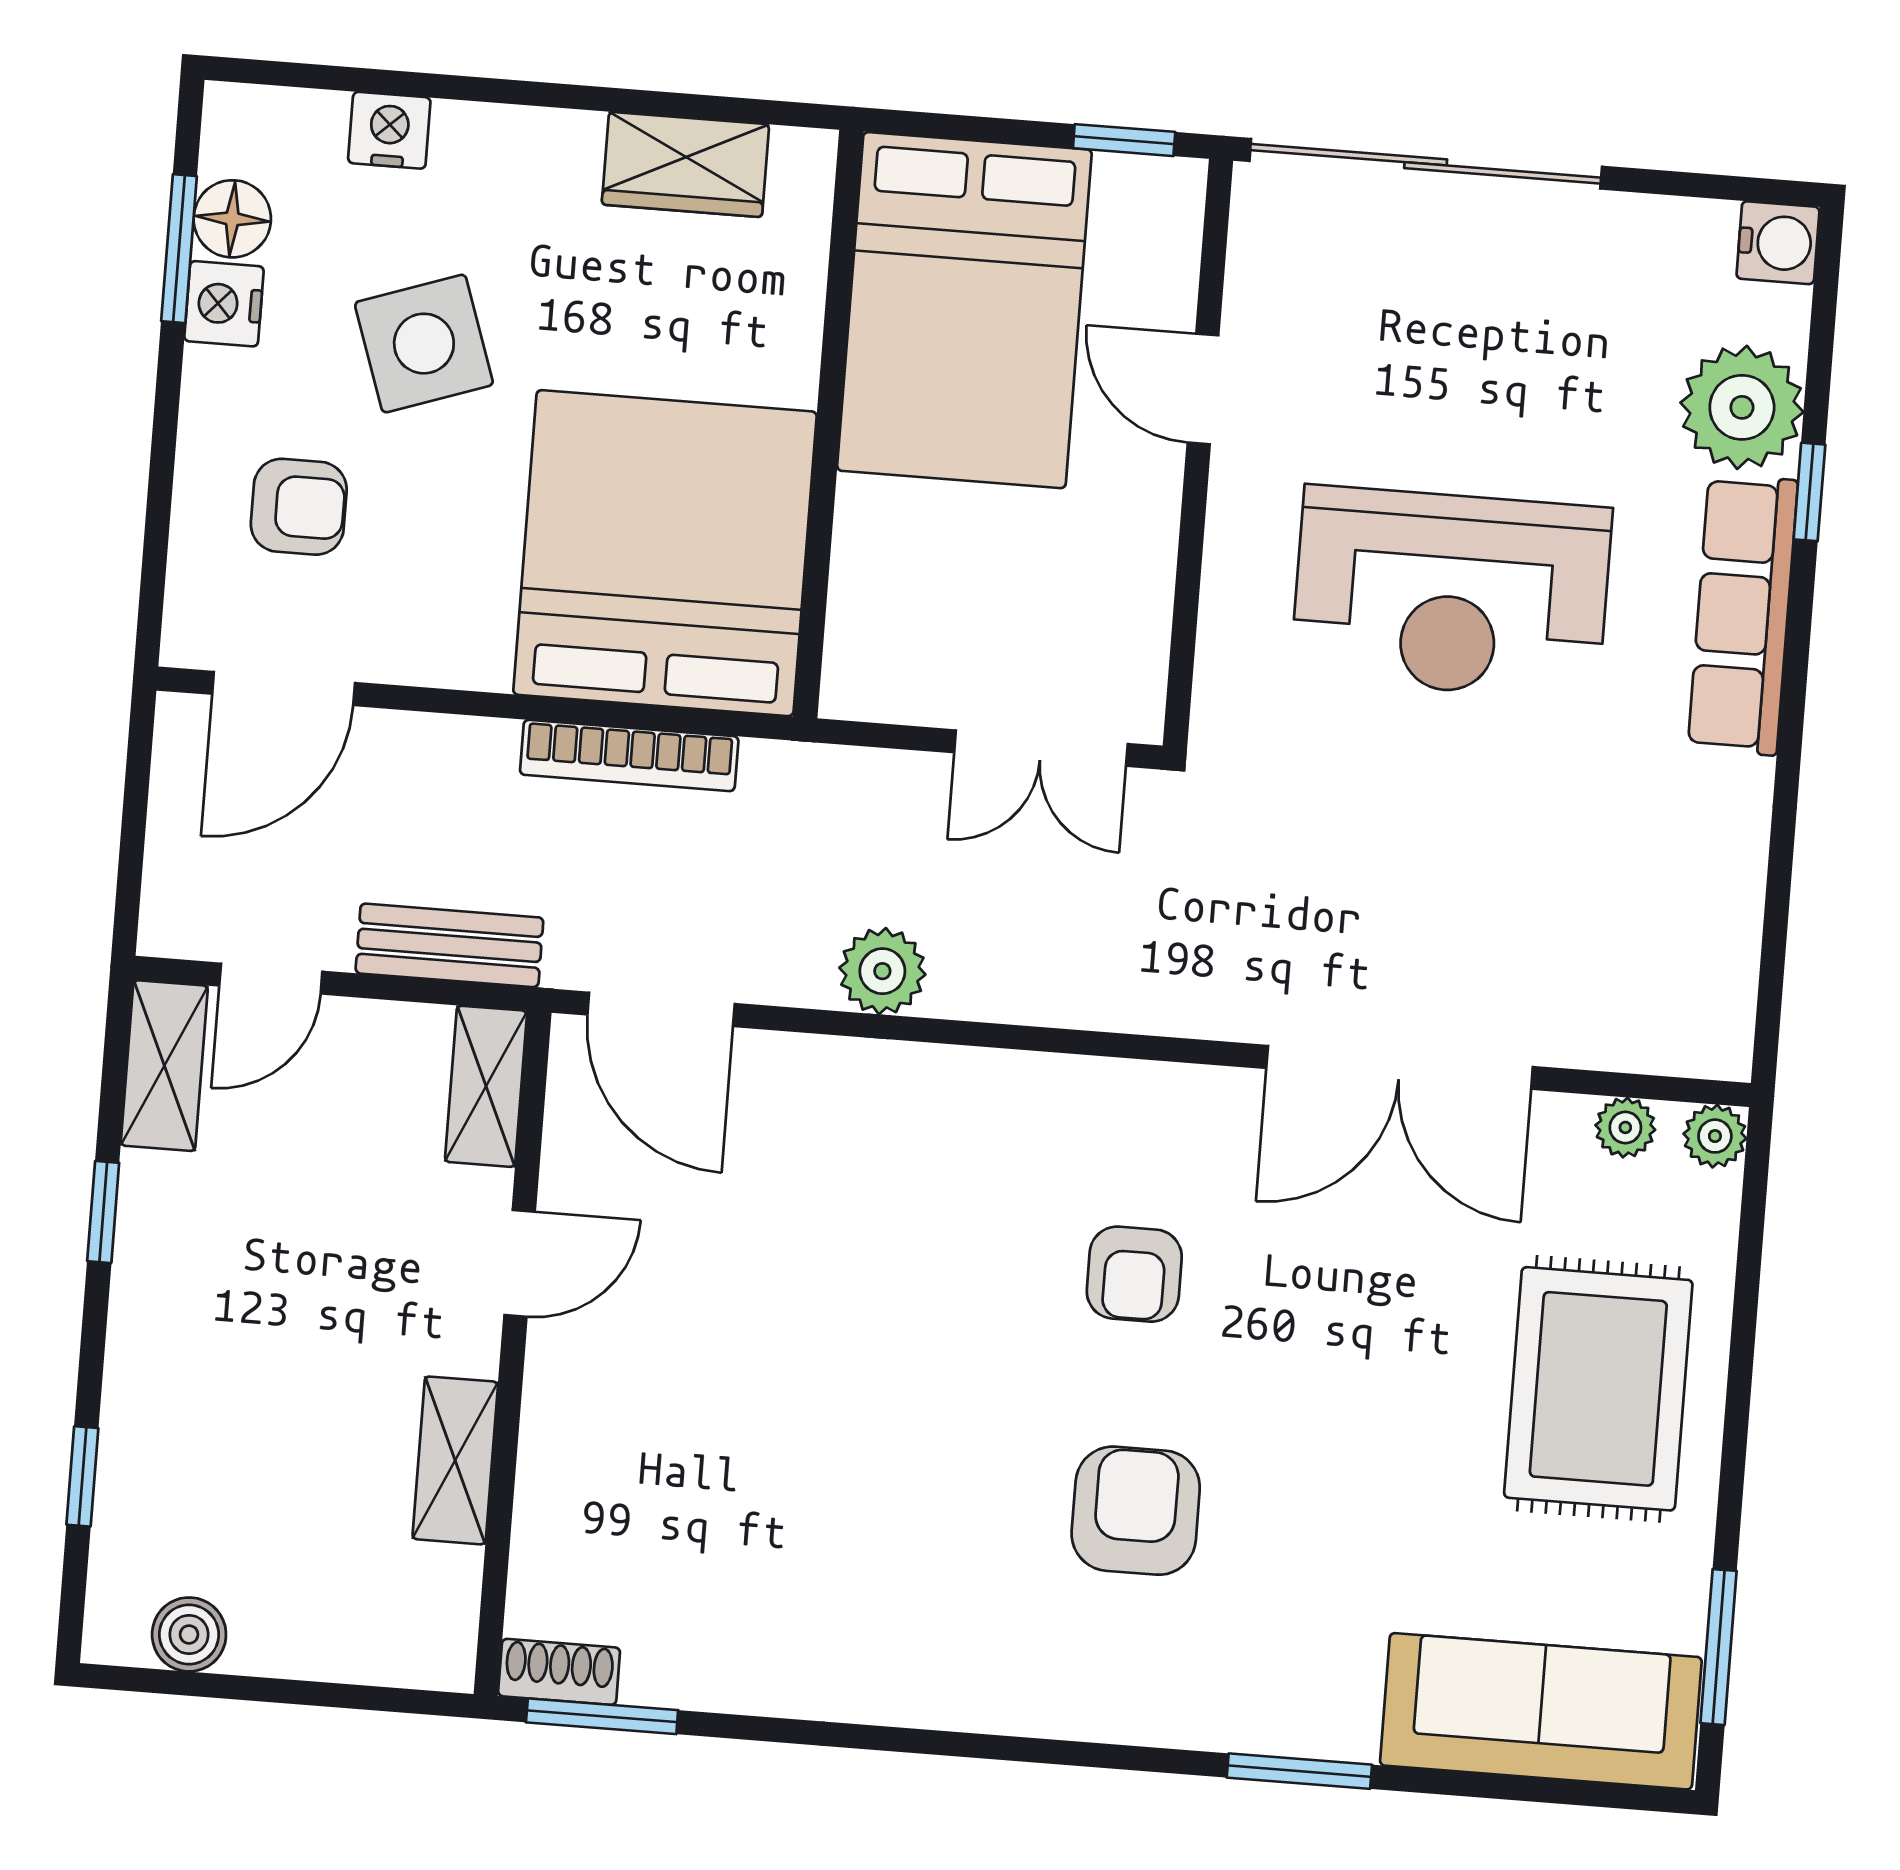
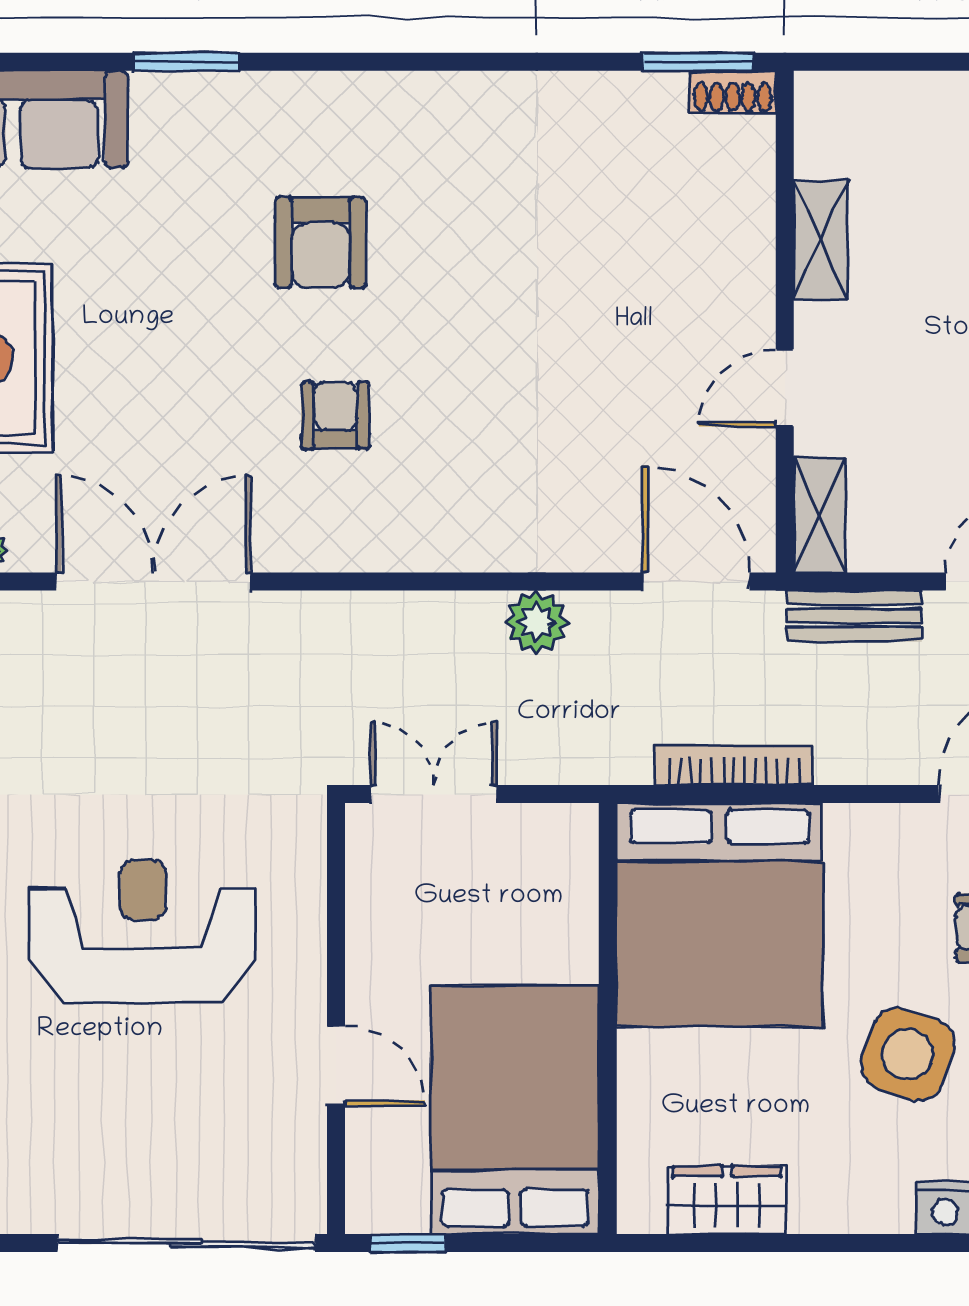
side table: (424, 344) -> (908, 1054), turned 38

